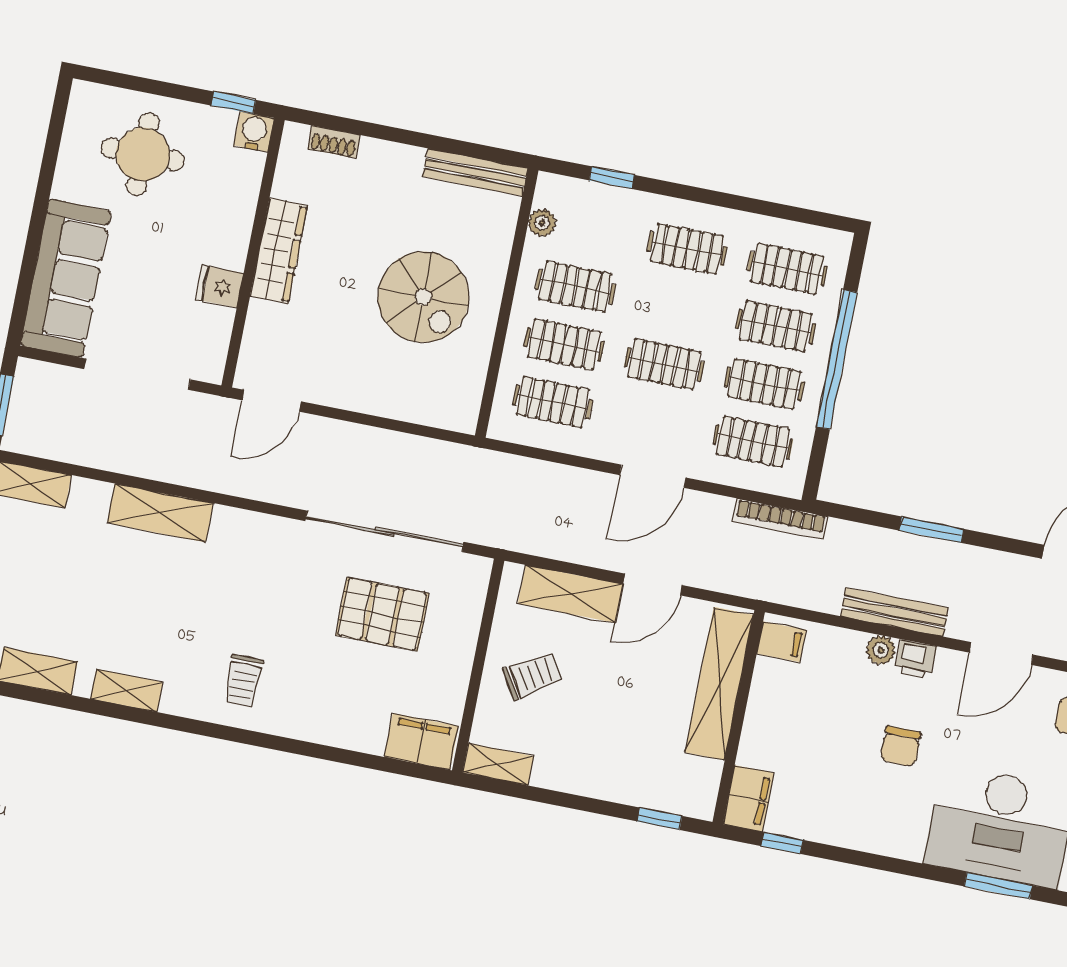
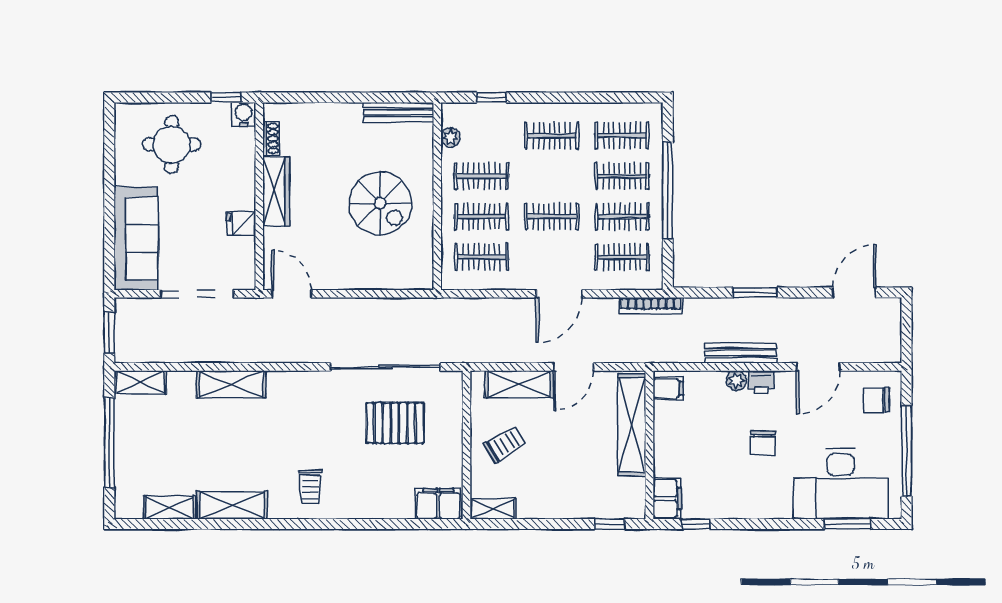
shoe rack: (334, 142) -> (271, 138), moved, turned -90
door: (272, 401) -> (292, 294), swing flipped
shelving: (127, 690) -> (232, 505), width x1.50, depth x1.33

